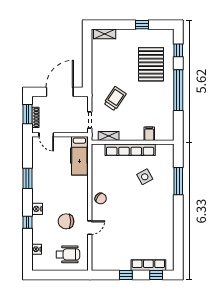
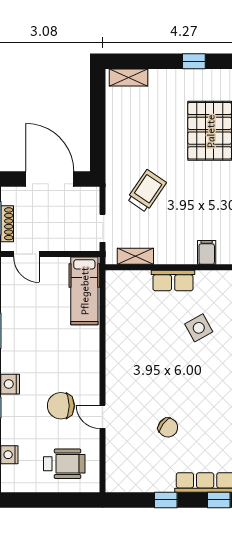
door: (60, 92) -> (50, 179), hinge flipped
row of seats: (130, 150) -> (173, 281), width x0.50
chair: (101, 199) -> (168, 428), moved
door: (90, 228) -> (103, 417), swing flipped

